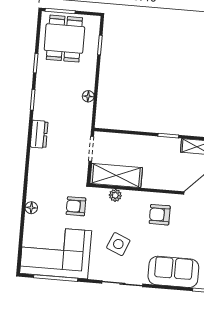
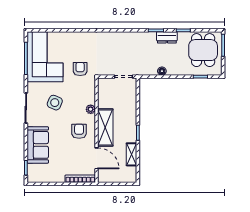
dining table: (64, 39) -> (203, 50), turned 90
dresser: (39, 134) -> (167, 37), moved
shelving: (116, 176) -> (105, 127), moved
plant: (115, 195) -> (91, 109), moved
floor lamp: (31, 208) -> (76, 36), removed

